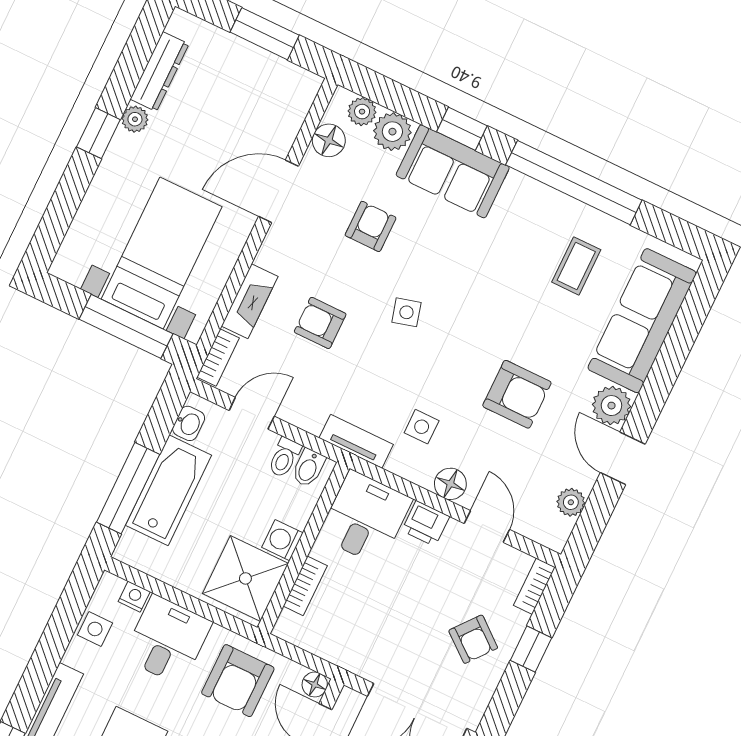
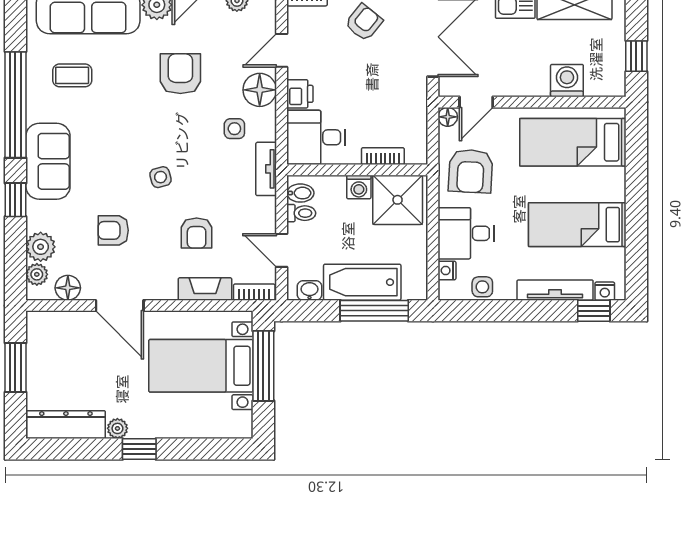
dresser: (160, 72) -> (66, 425), width x1.37, depth x1.24
sofa: (453, 171) -> (48, 161), moved
floor lamp: (450, 484) -> (260, 90), width x1.38, depth x1.38
armchair: (238, 681) -> (471, 171), turned 93

